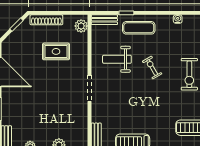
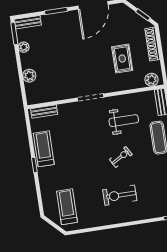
weight bench: (117, 59) -> (124, 121), turned 90

